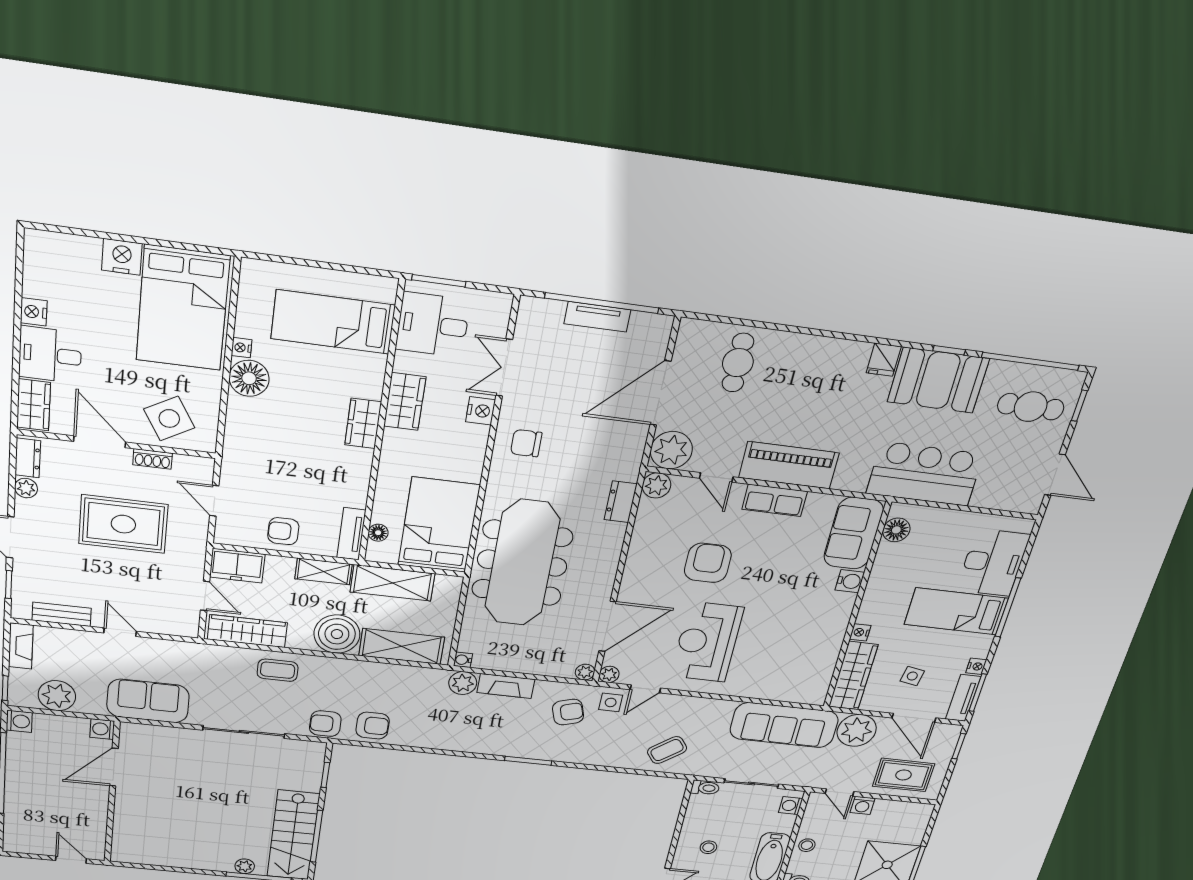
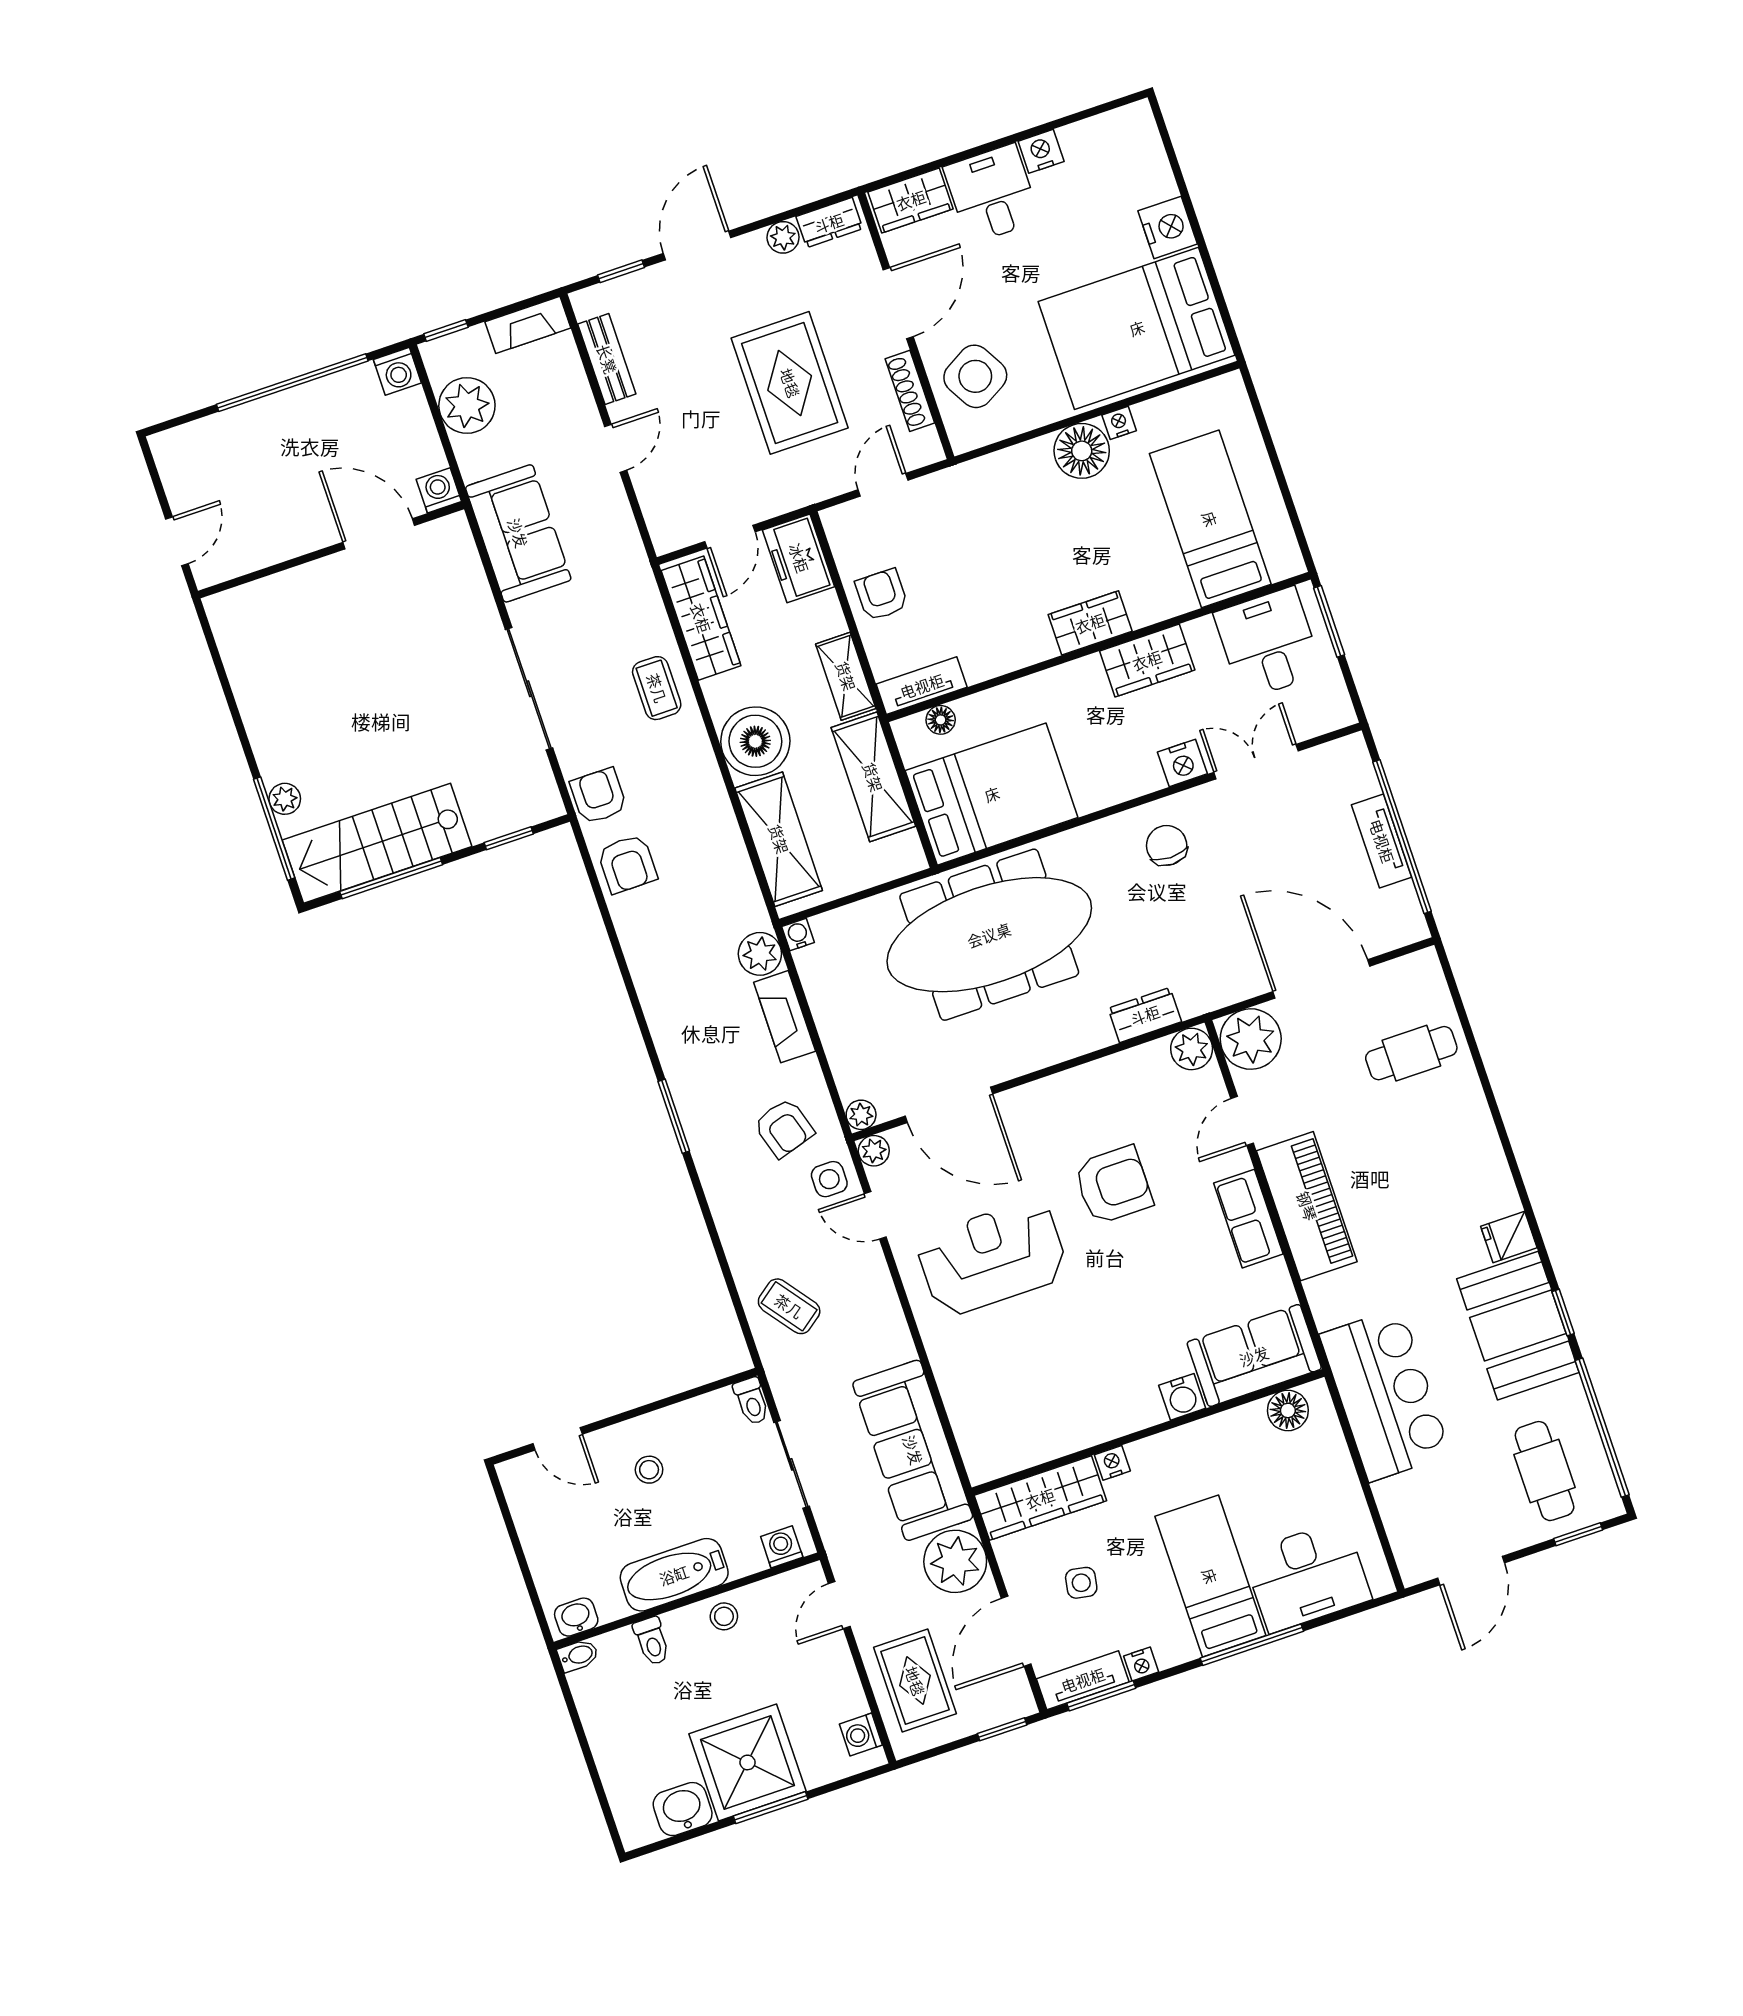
shoe rack: (153, 459) -> (910, 391), width x1.43
washing machine: (863, 805) -> (861, 1734), moved

